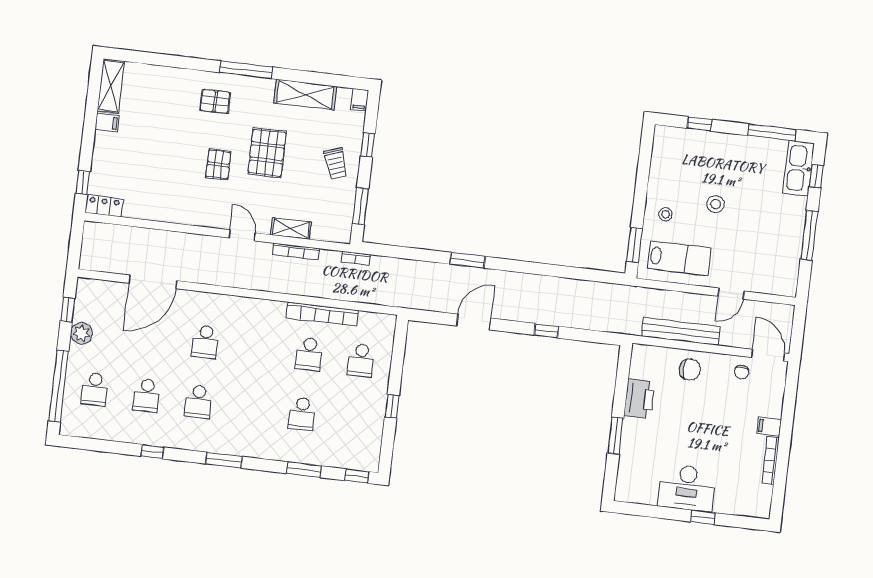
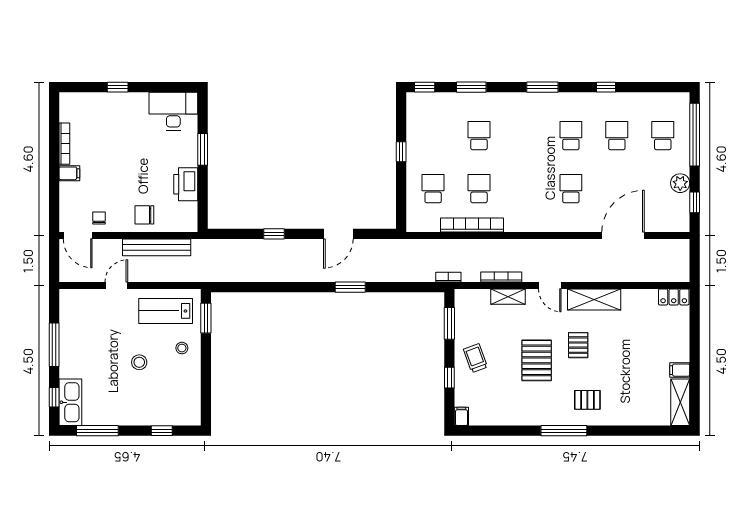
shelving: (305, 95) -> (594, 300), moved
window: (83, 182) -> (695, 315), removed
desk: (687, 488) -> (173, 111), moved

